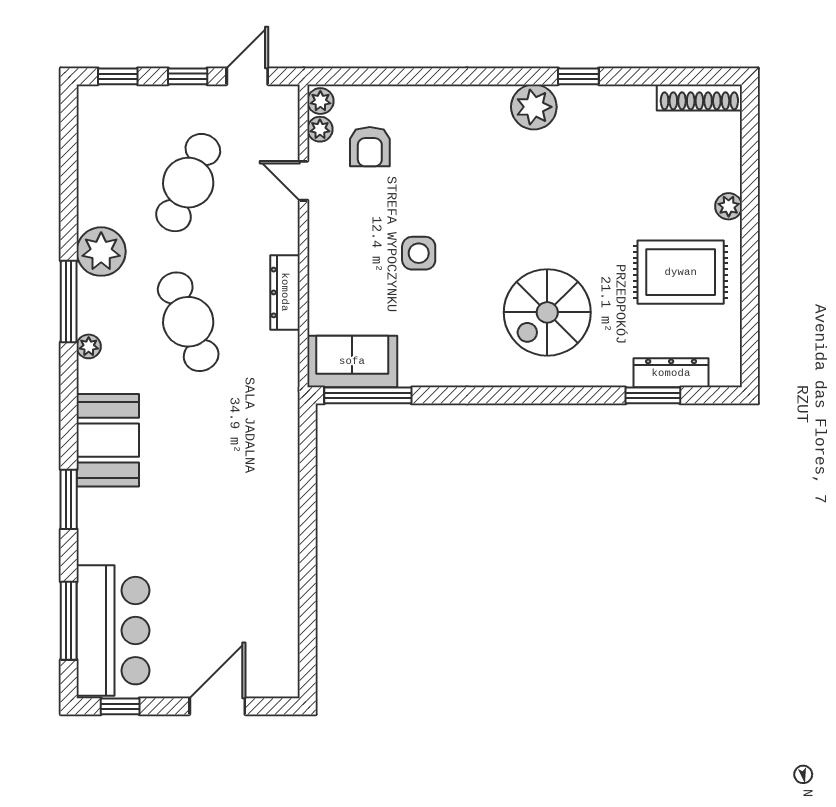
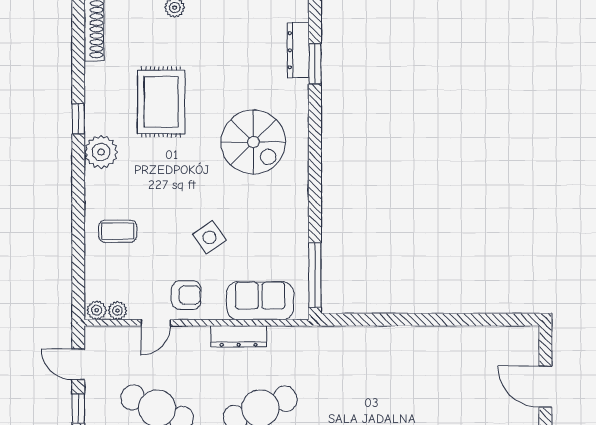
coffee table: (427, 129) -> (118, 231), added
armchair: (370, 147) -> (186, 295), moved
side table: (419, 253) -> (209, 237), turned -35
rug: (681, 272) -> (161, 102), moved
sofa: (352, 361) -> (260, 301), moved, turned 90

